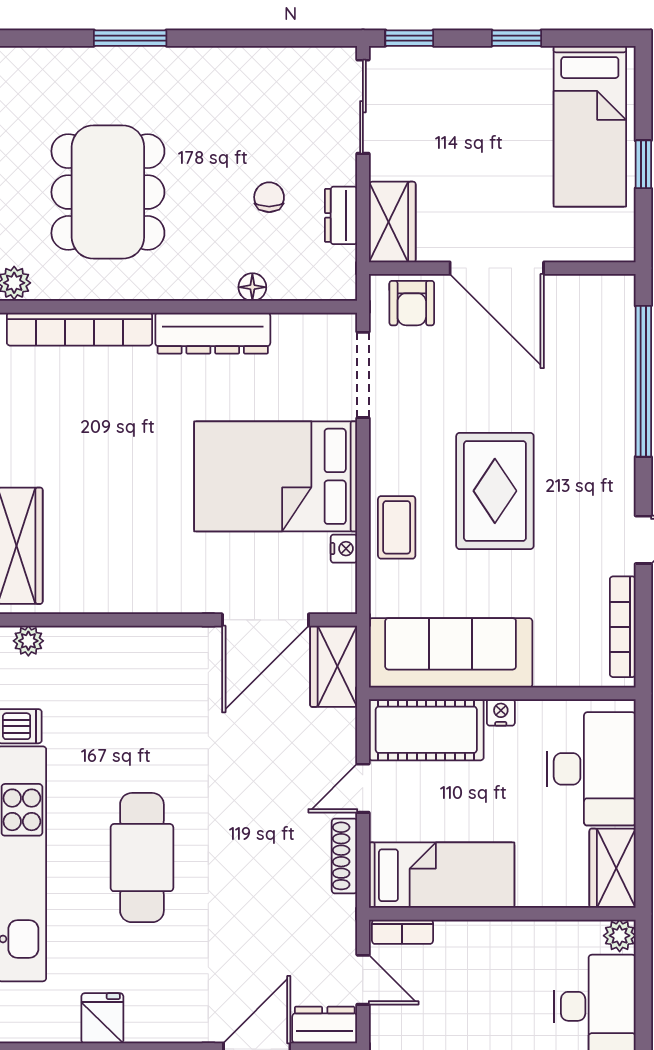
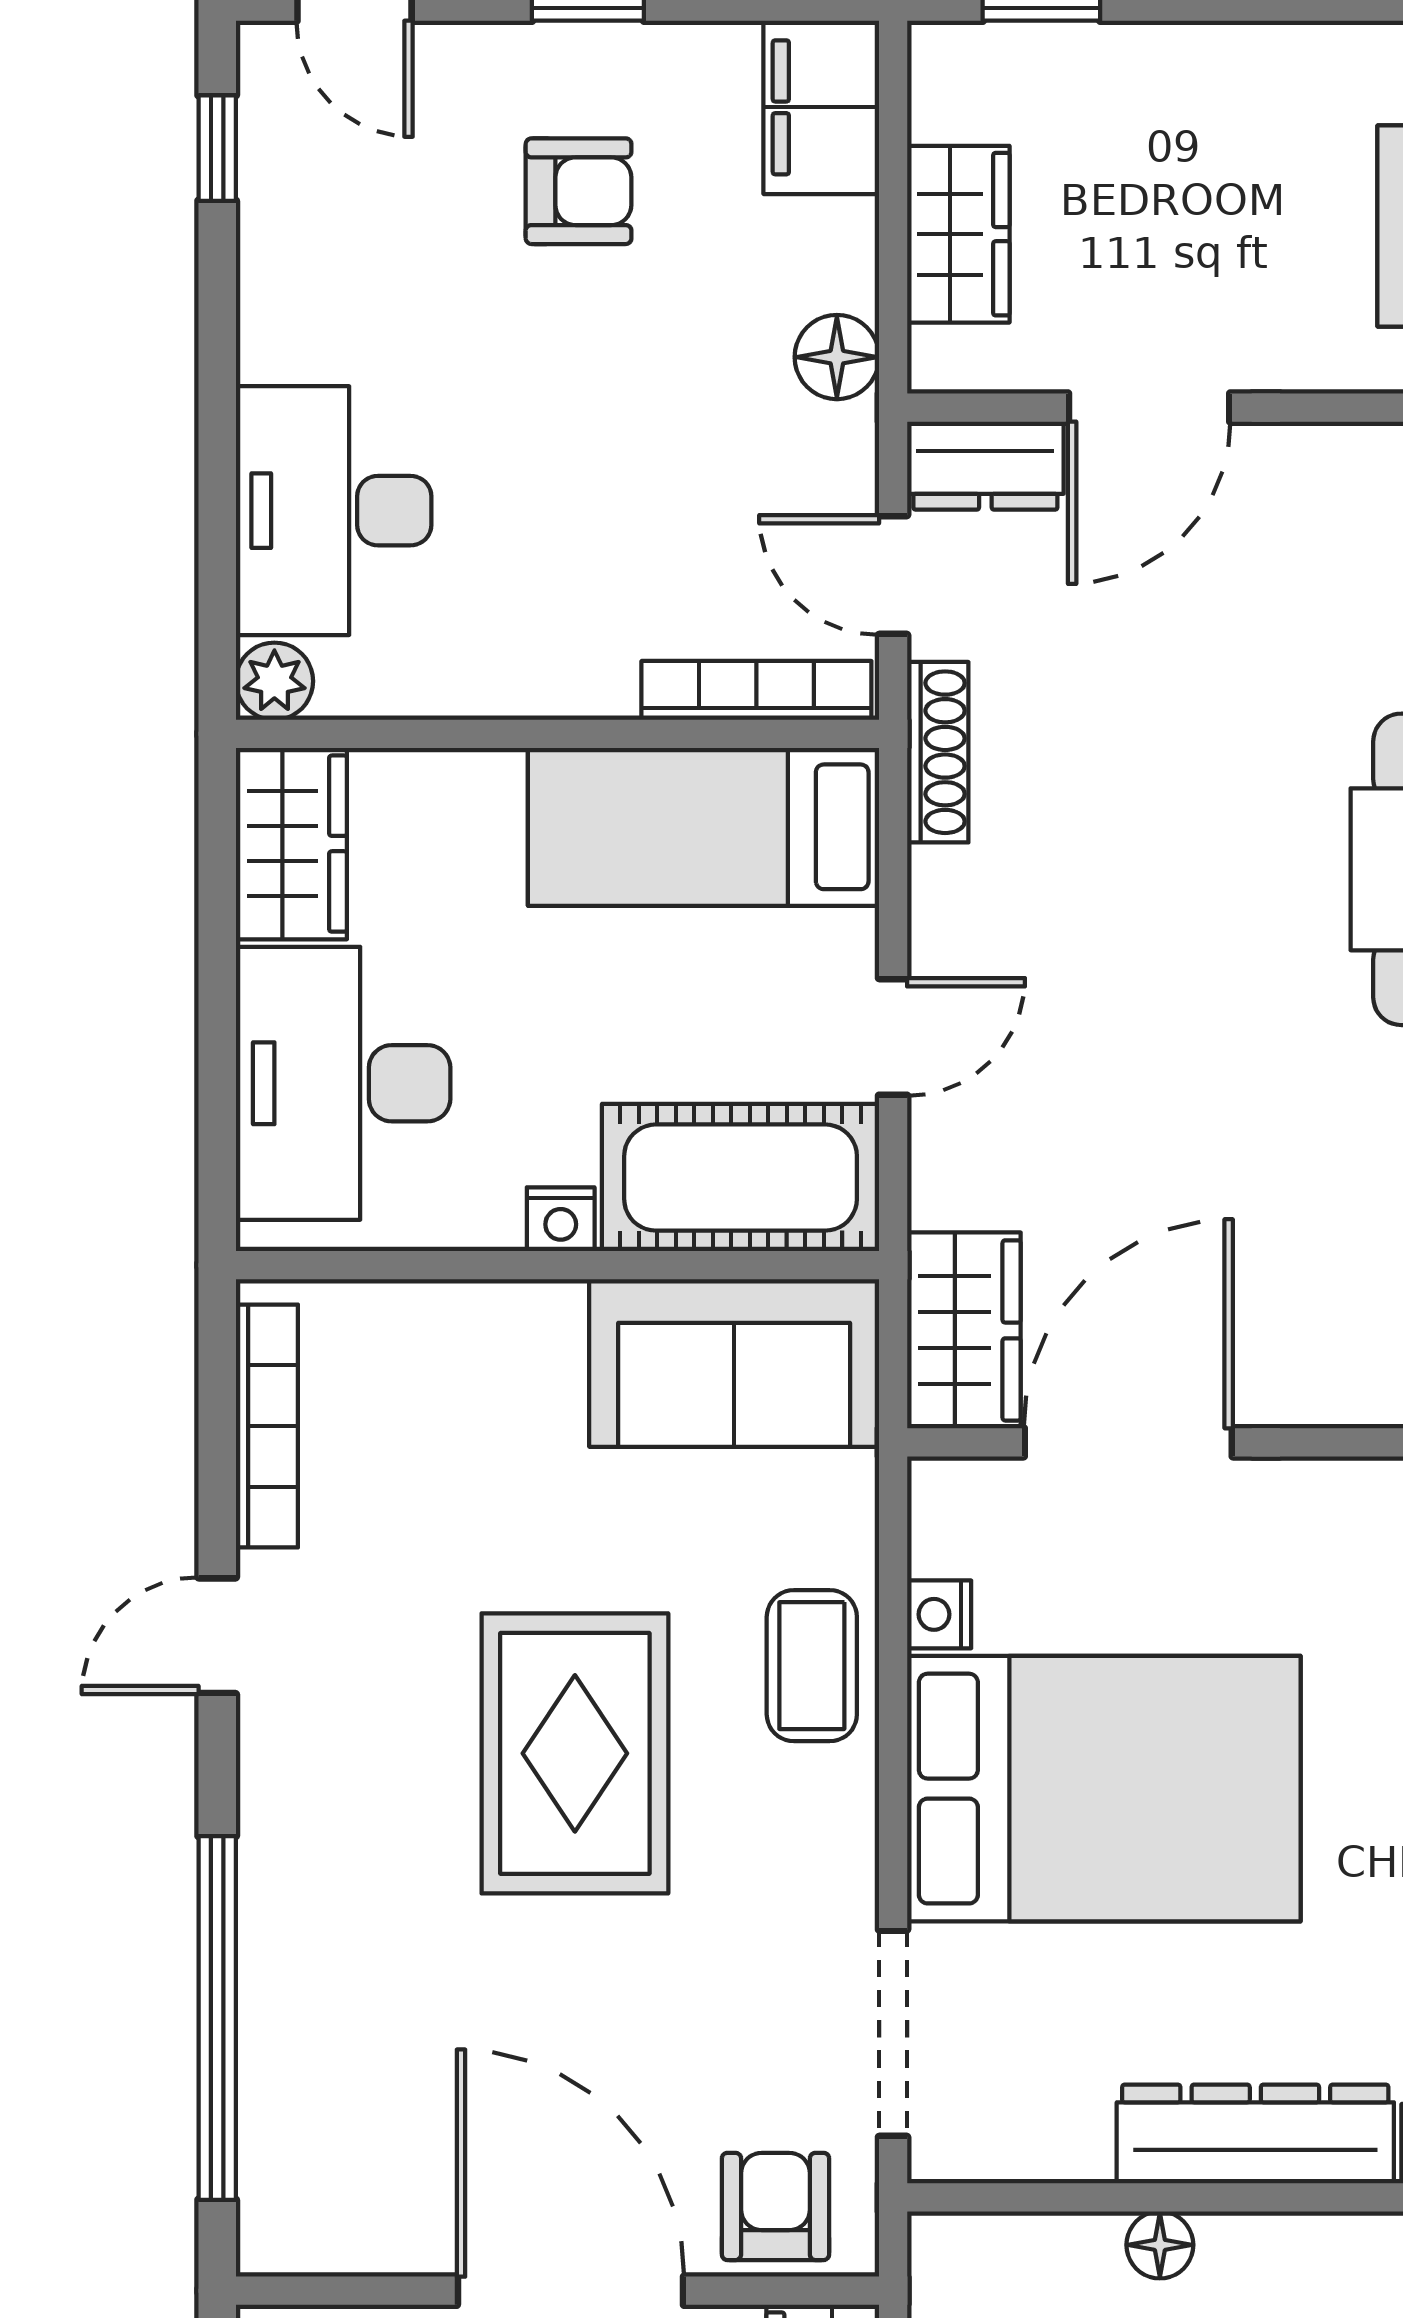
sofa: (451, 653) -> (734, 1363), width x0.73
shoe rack: (344, 856) -> (938, 752), moved
bookcase: (402, 932) -> (756, 690), width x1.56

